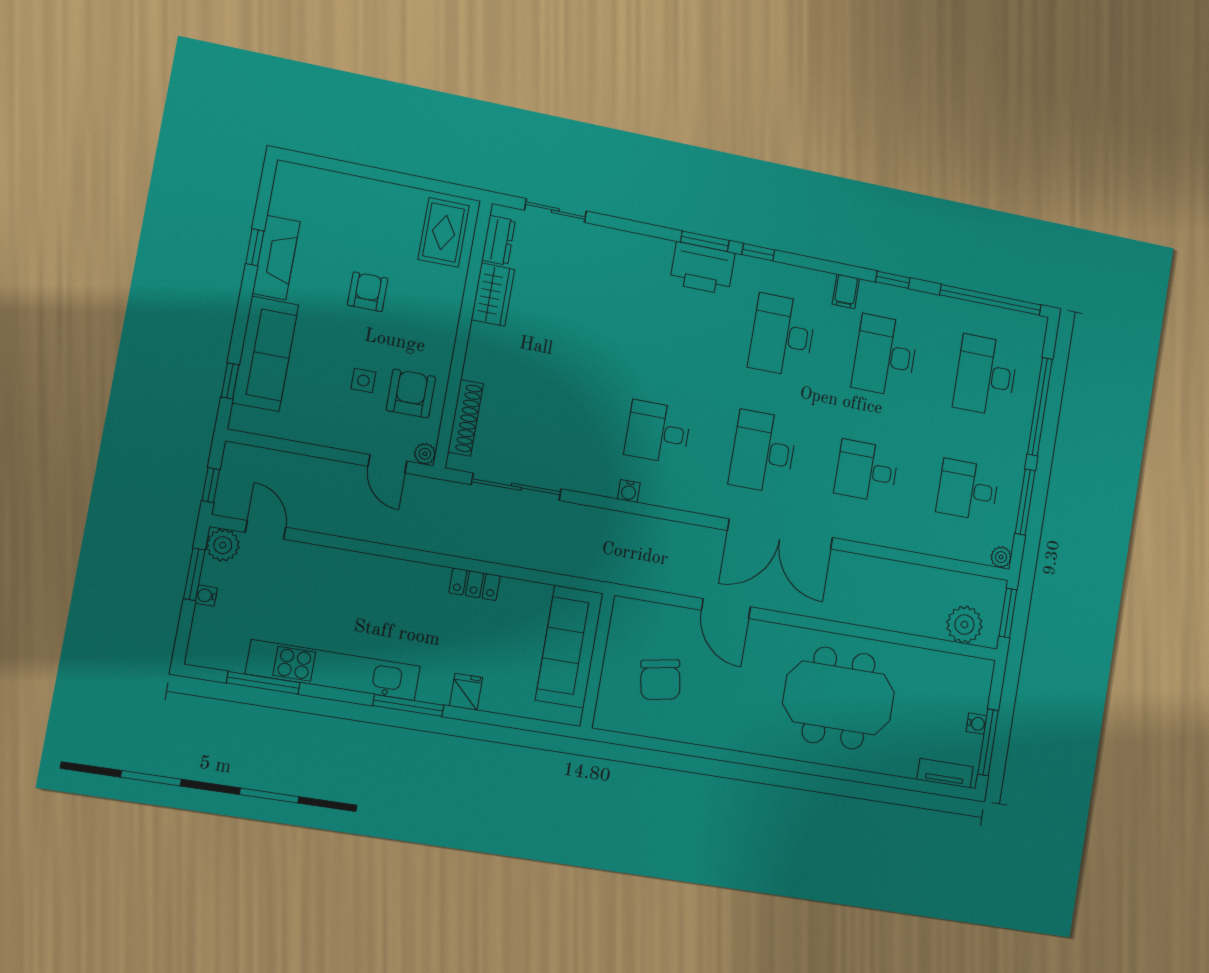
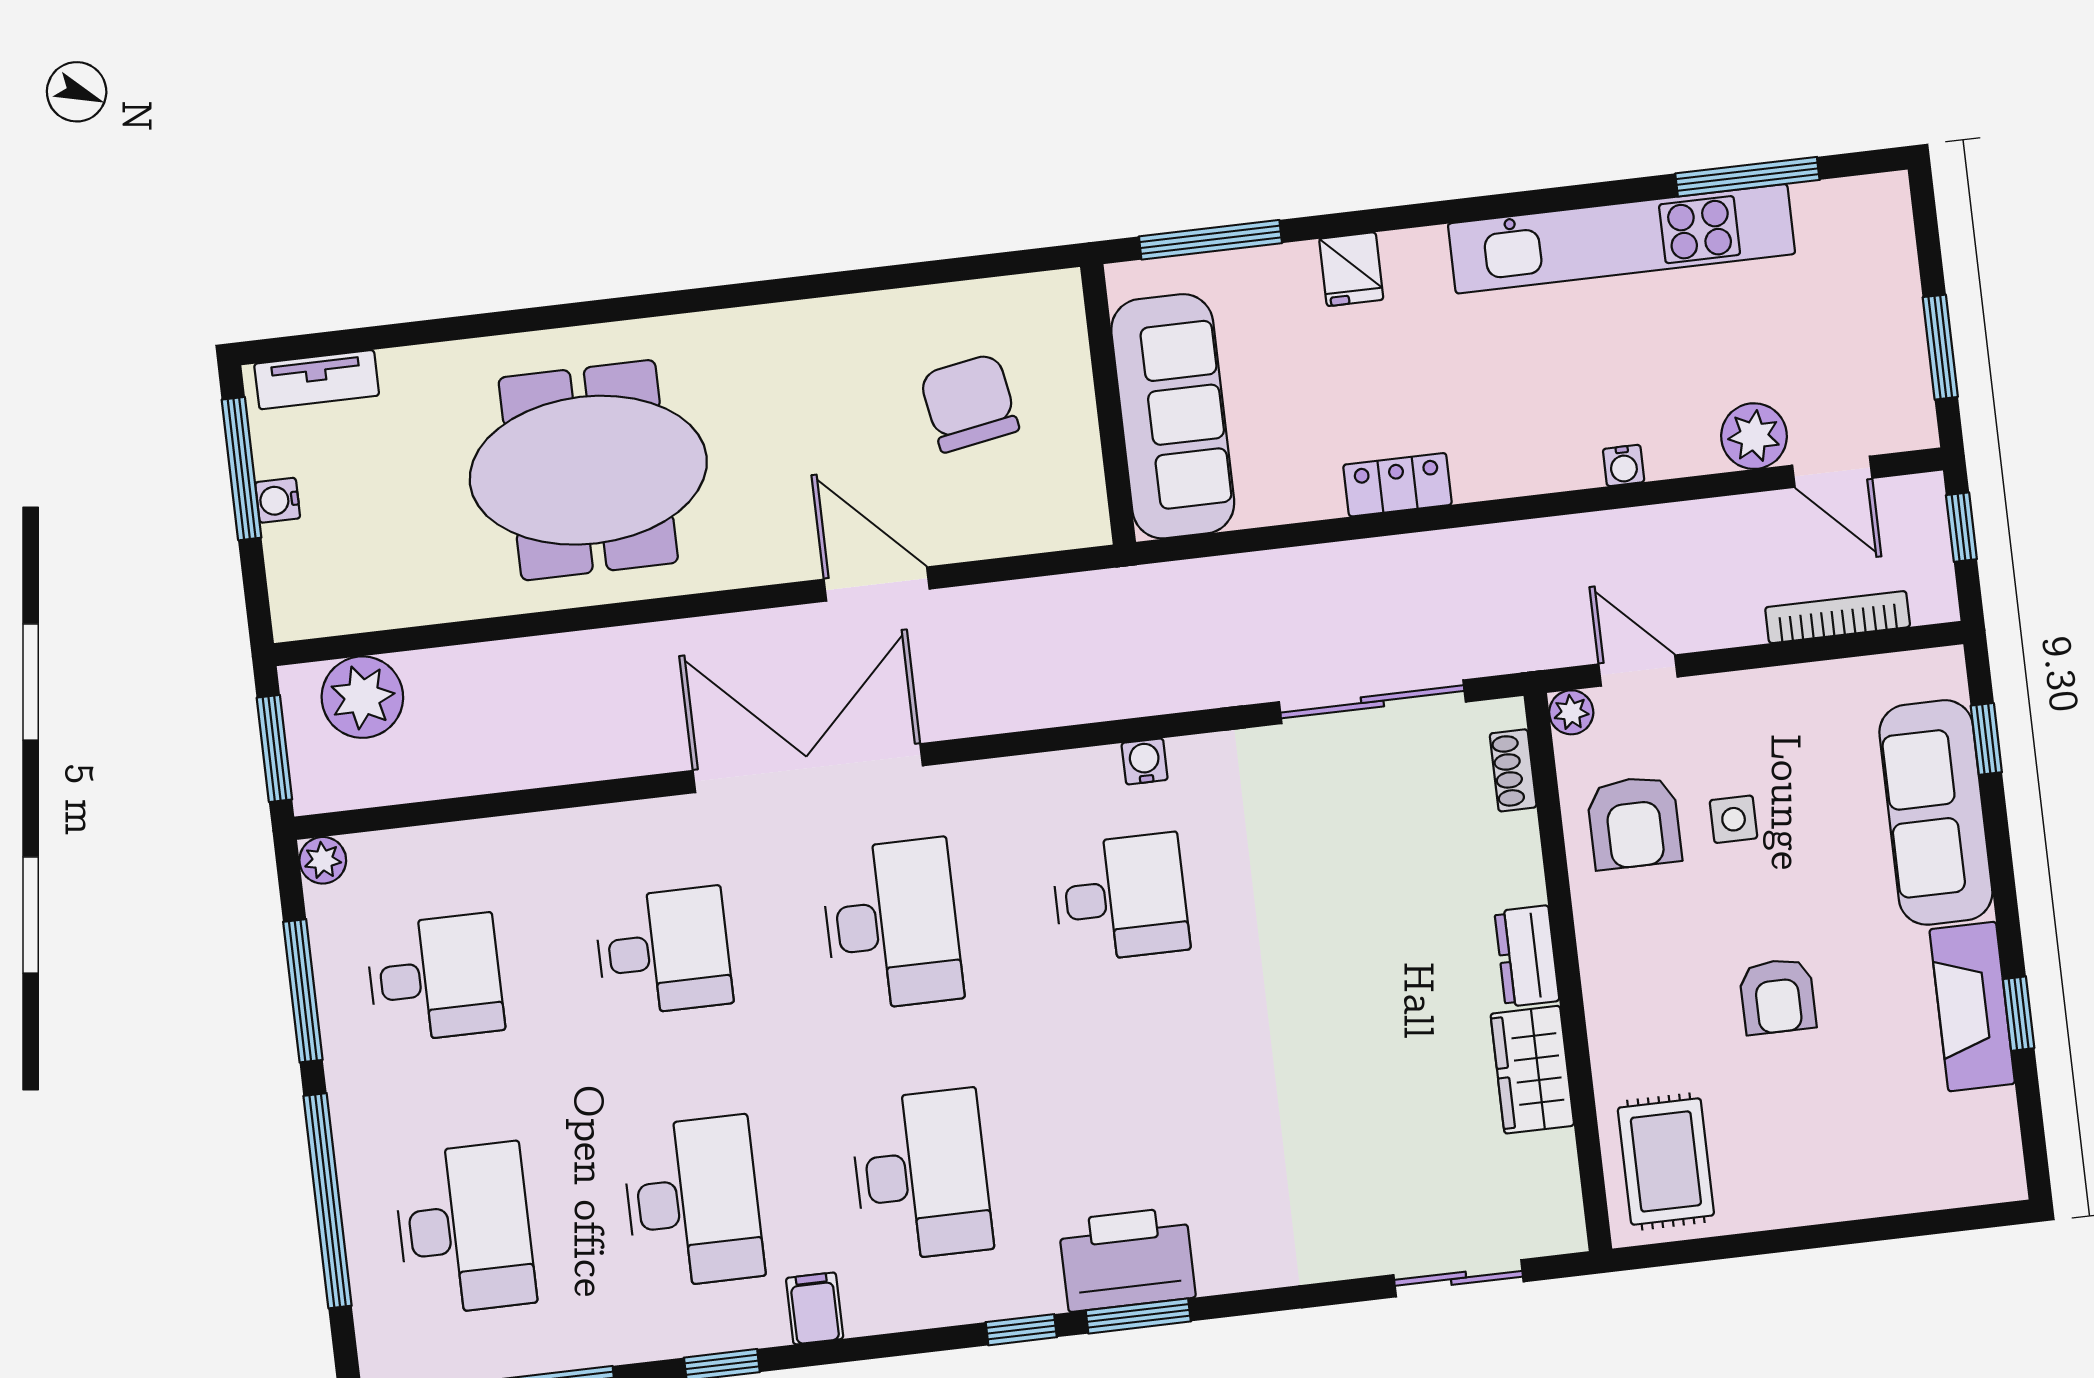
dresser: (499, 240) -> (1527, 956), moved
shoe rack: (466, 418) -> (1513, 770), width x0.51, depth x0.81
bookcase: (284, 460) -> (1838, 617), added
plant: (223, 545) -> (1754, 436), moved
water cooler: (206, 596) -> (1624, 466), moved, turned 90
window: (408, 705) -> (1210, 240), moved

